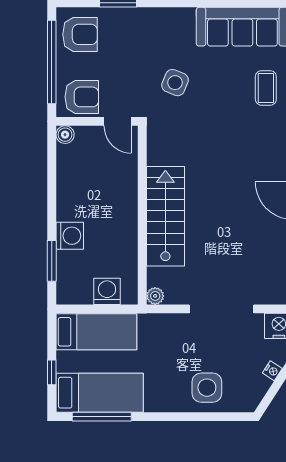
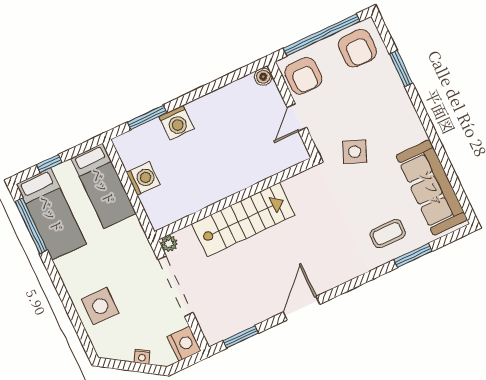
wall: (142, 215) -> (235, 199), moved
stairs: (165, 216) -> (243, 219), moved
plant: (155, 296) -> (169, 244), moved

